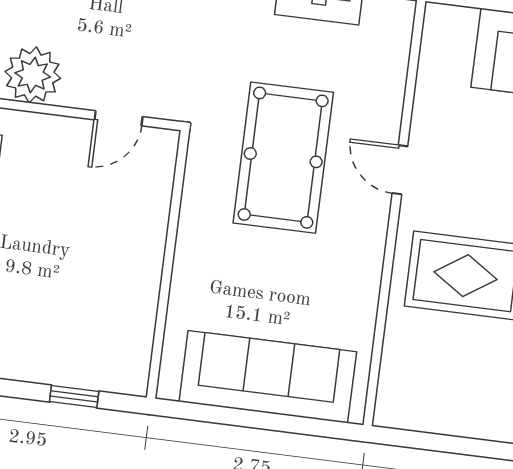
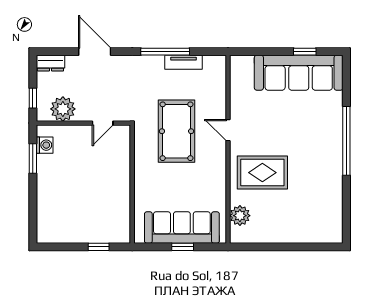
plant: (402, 366) -> (240, 216), added
window: (264, 421) -> (183, 247), added

